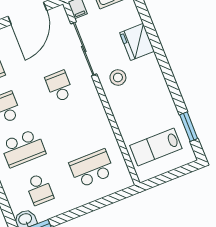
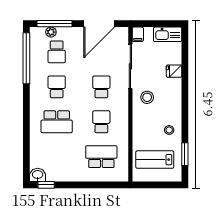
fridge: (137, 42) -> (174, 71), width x0.53, depth x0.75
stool: (159, 106) -> (169, 130), added
school desk: (39, 189) -> (101, 122), moved, turned 180

